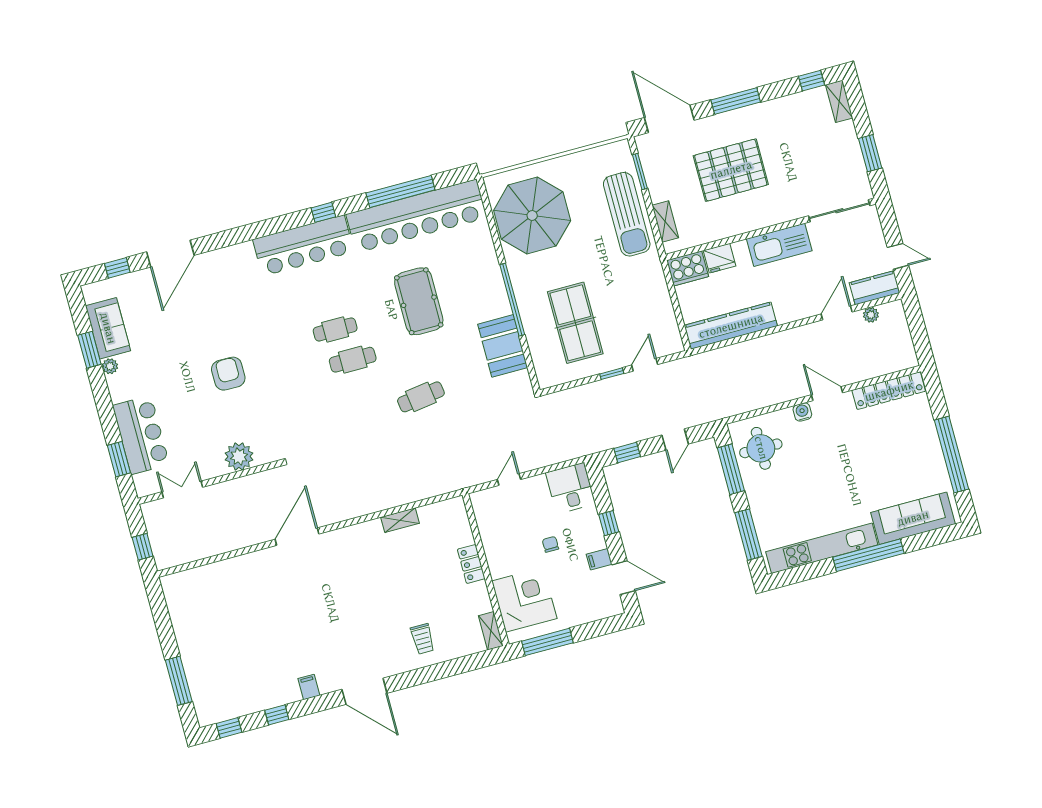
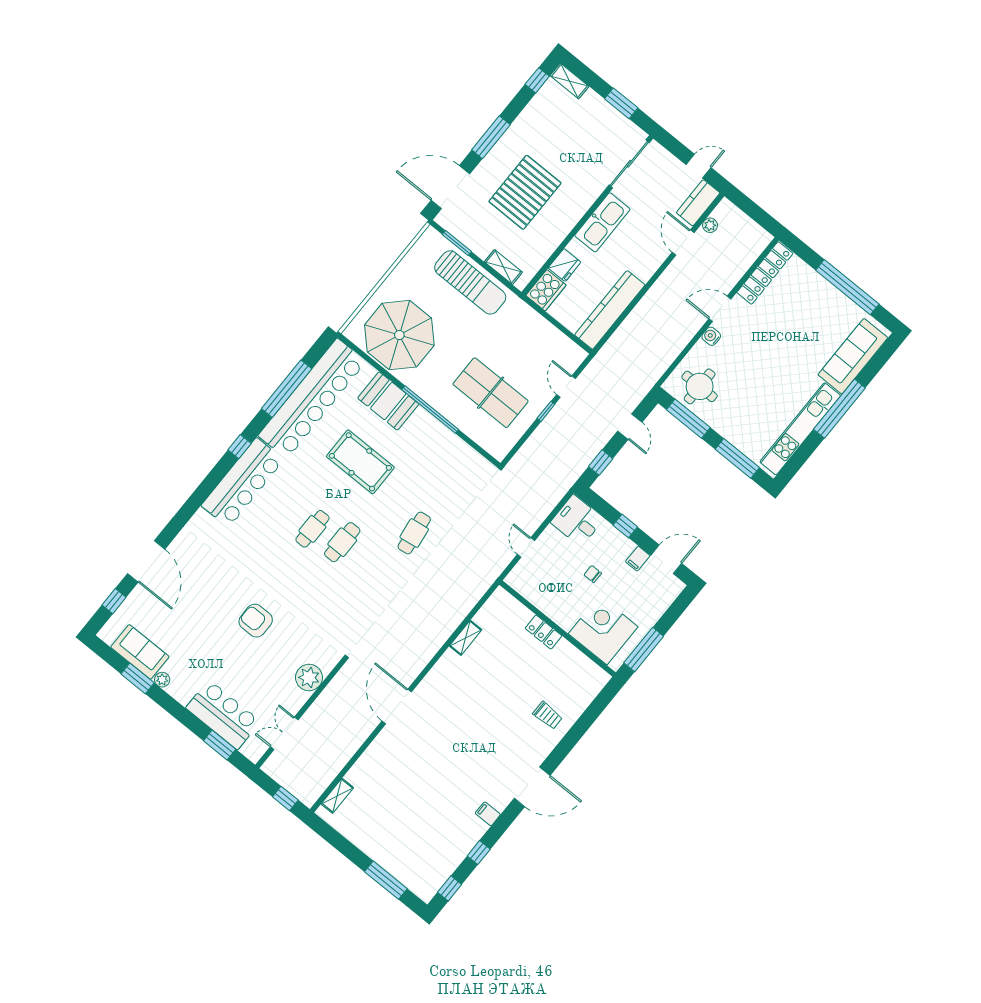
booth: (503, 346) -> (388, 401), moved
shelving: (491, 631) -> (337, 796), moved, turned 90

